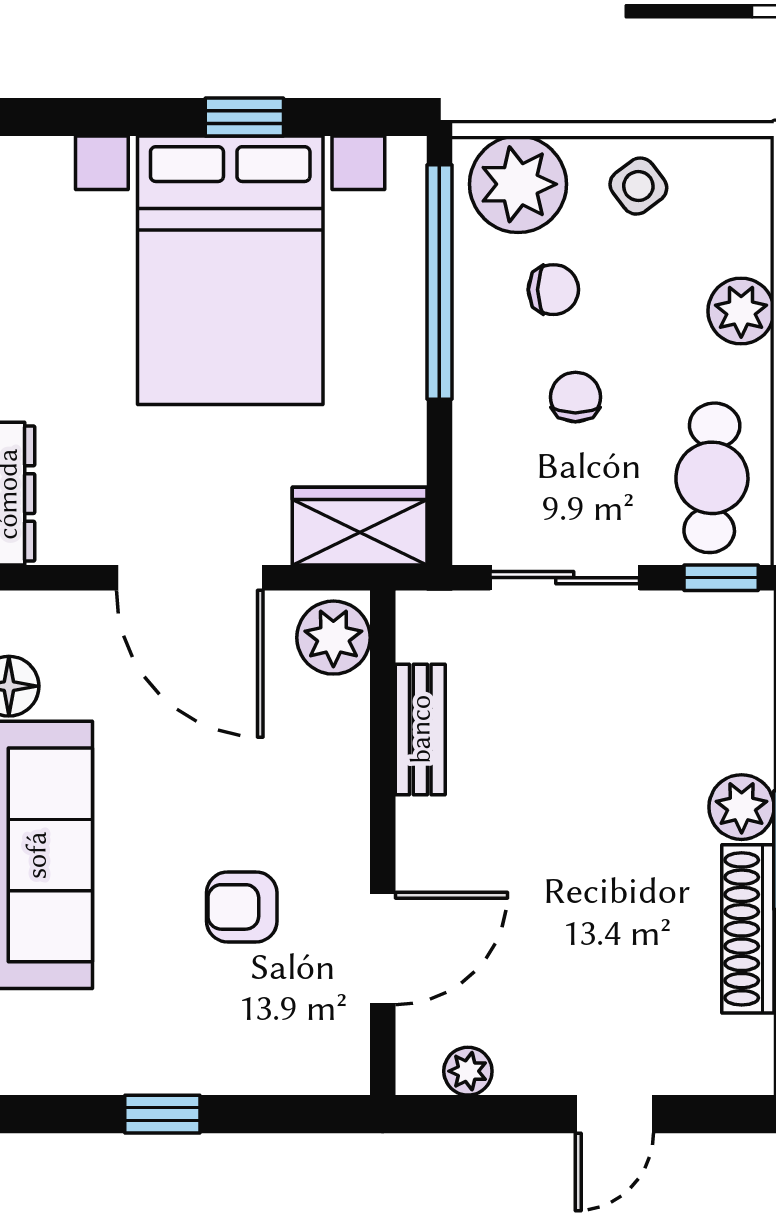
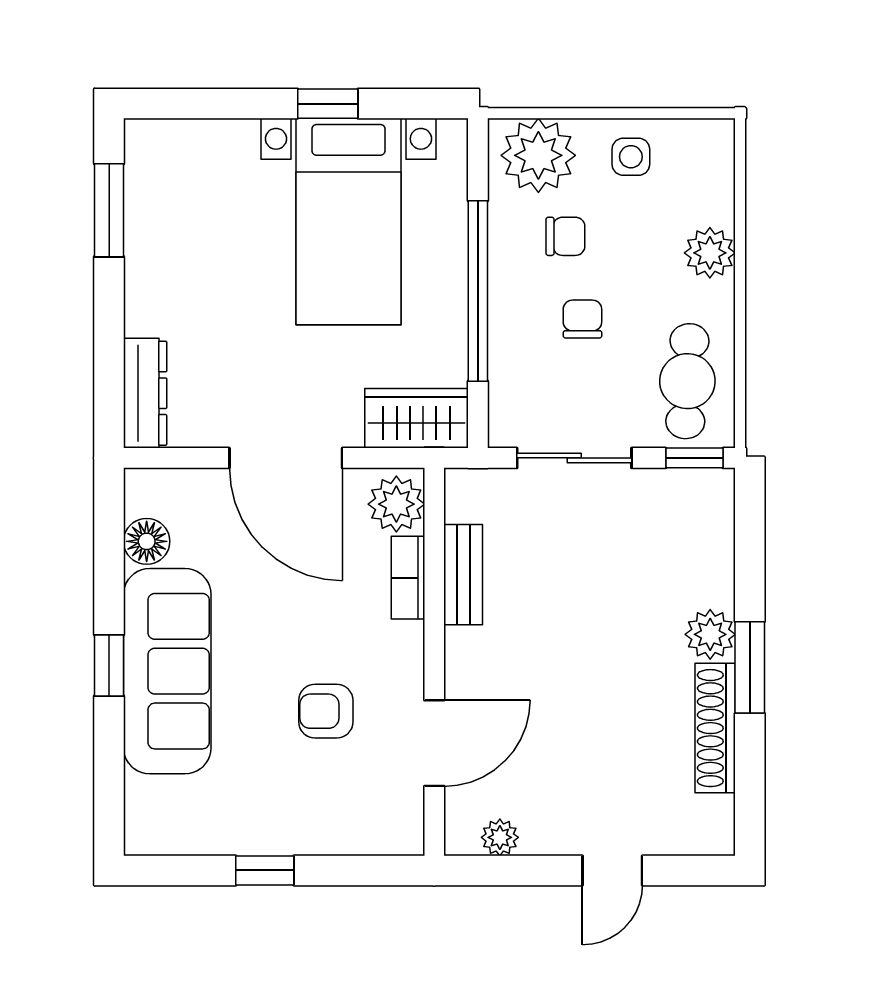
side table: (638, 186) -> (631, 157), turned 37
bed with nightstands: (230, 270) -> (348, 221), width x0.73
window: (439, 282) -> (478, 291), moved
bookcase: (348, 733) -> (408, 578), added

